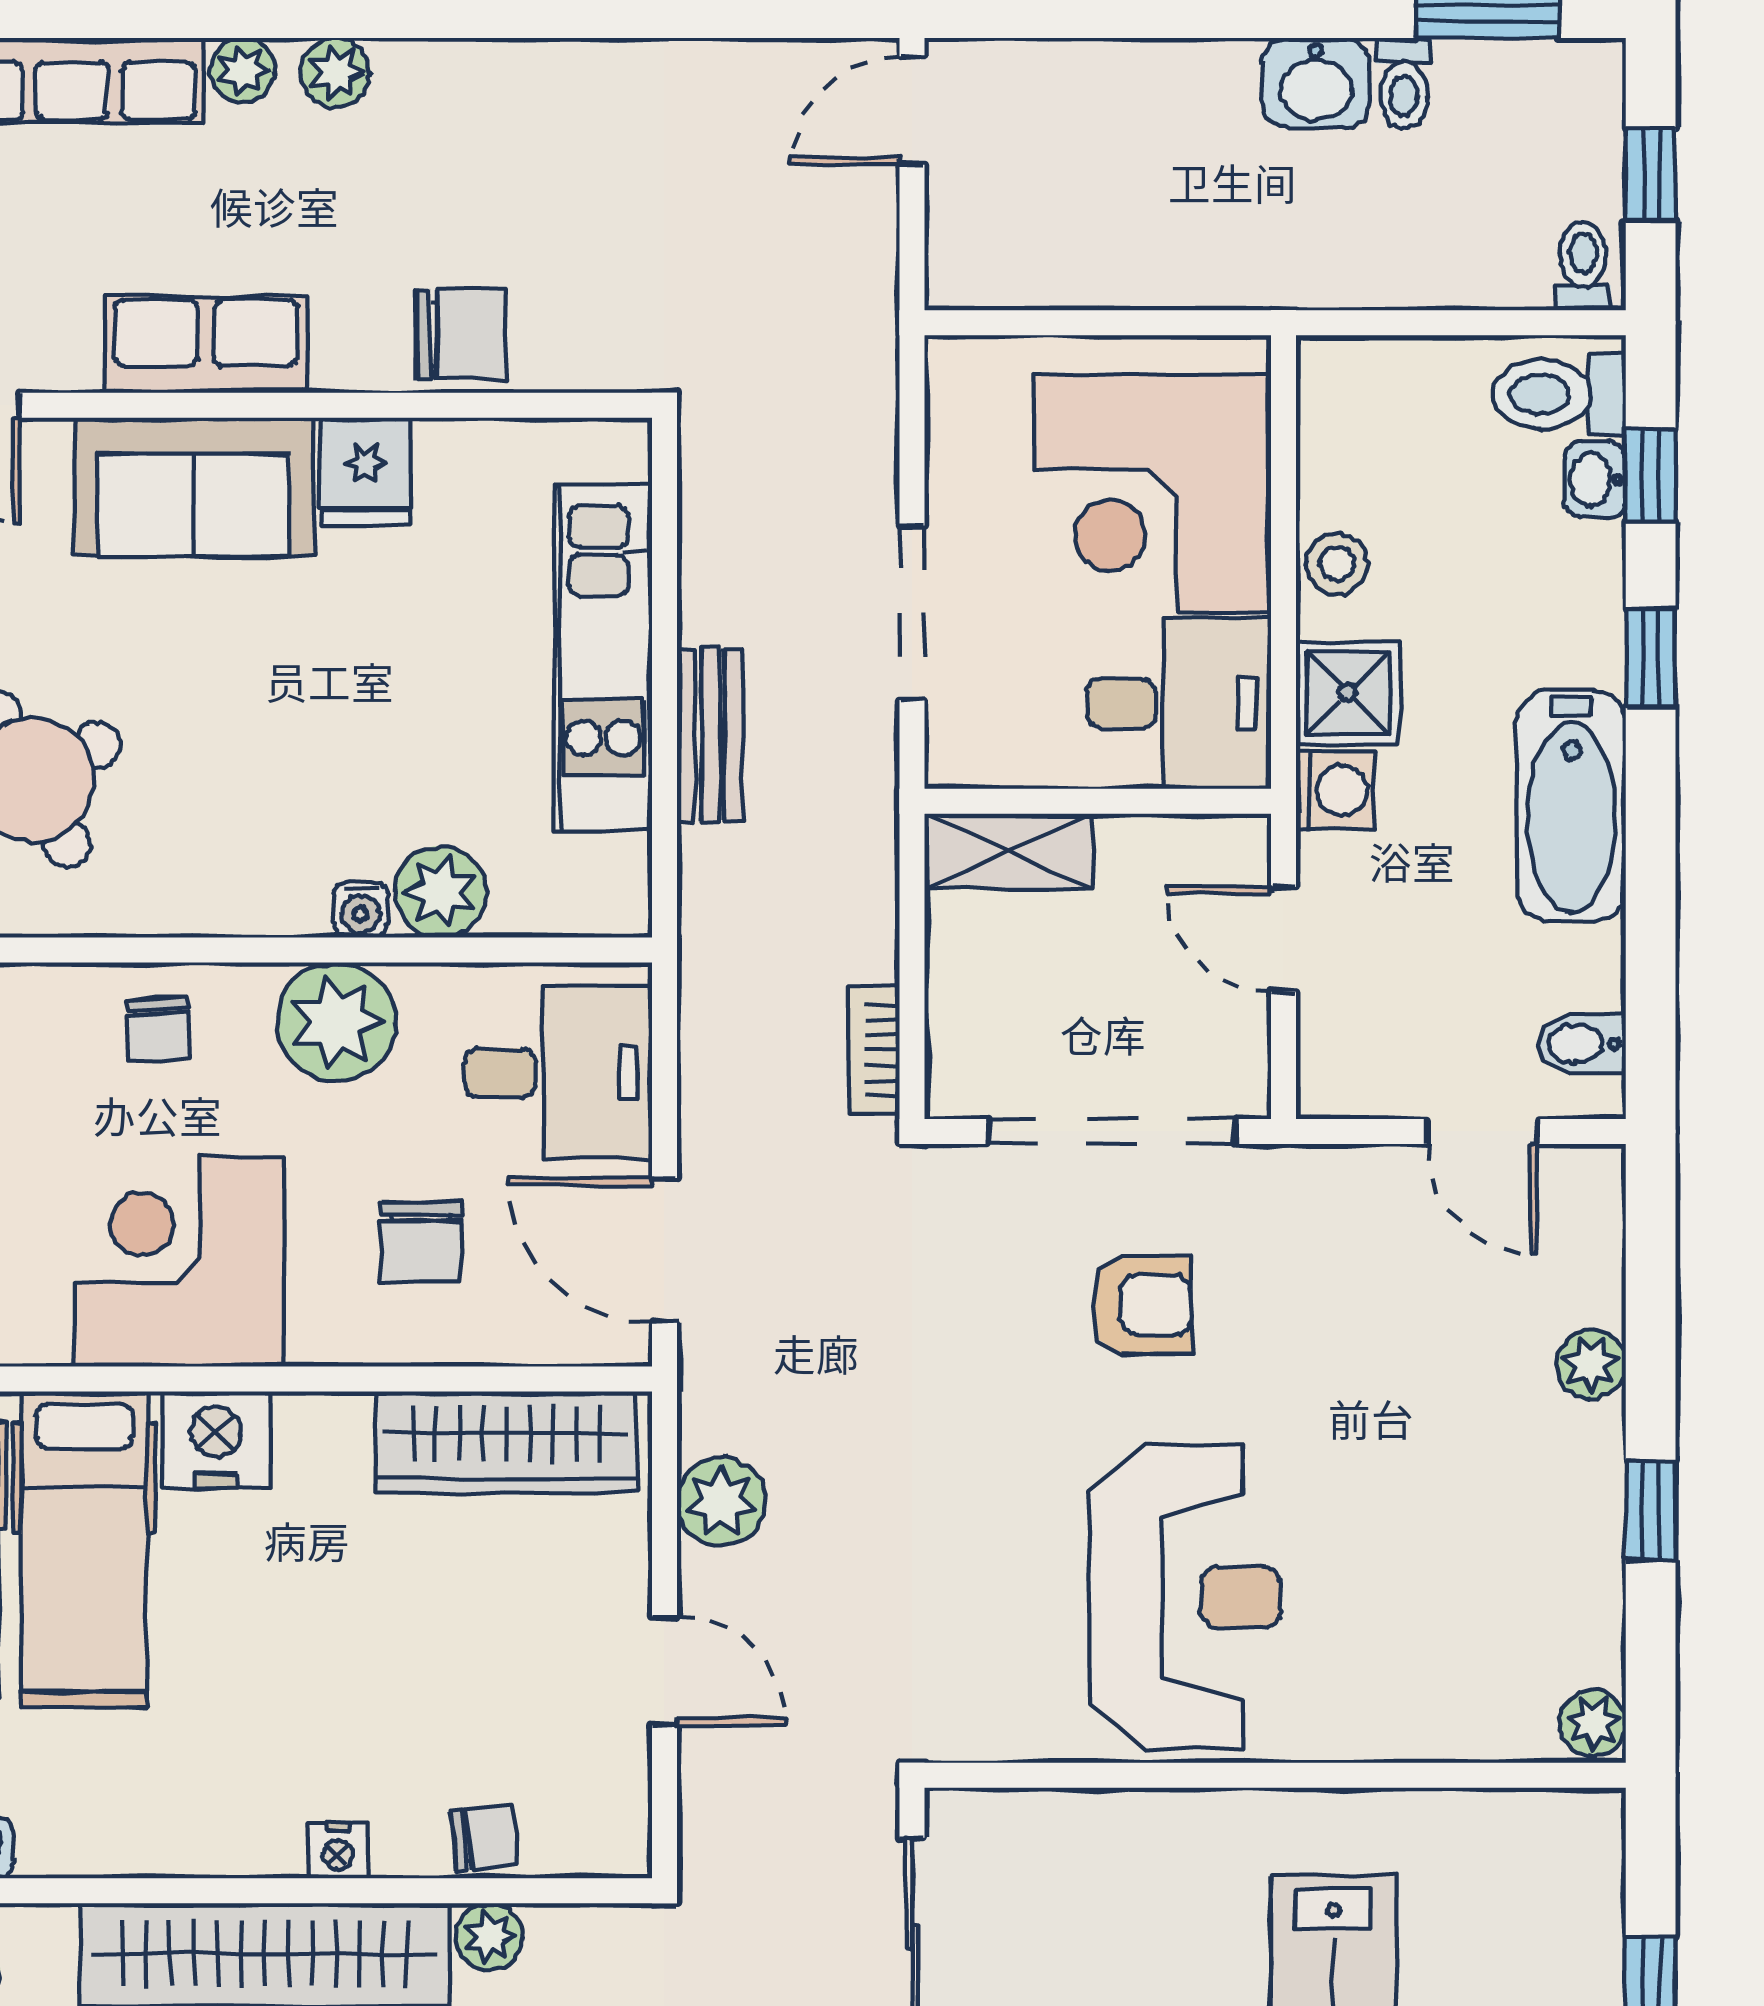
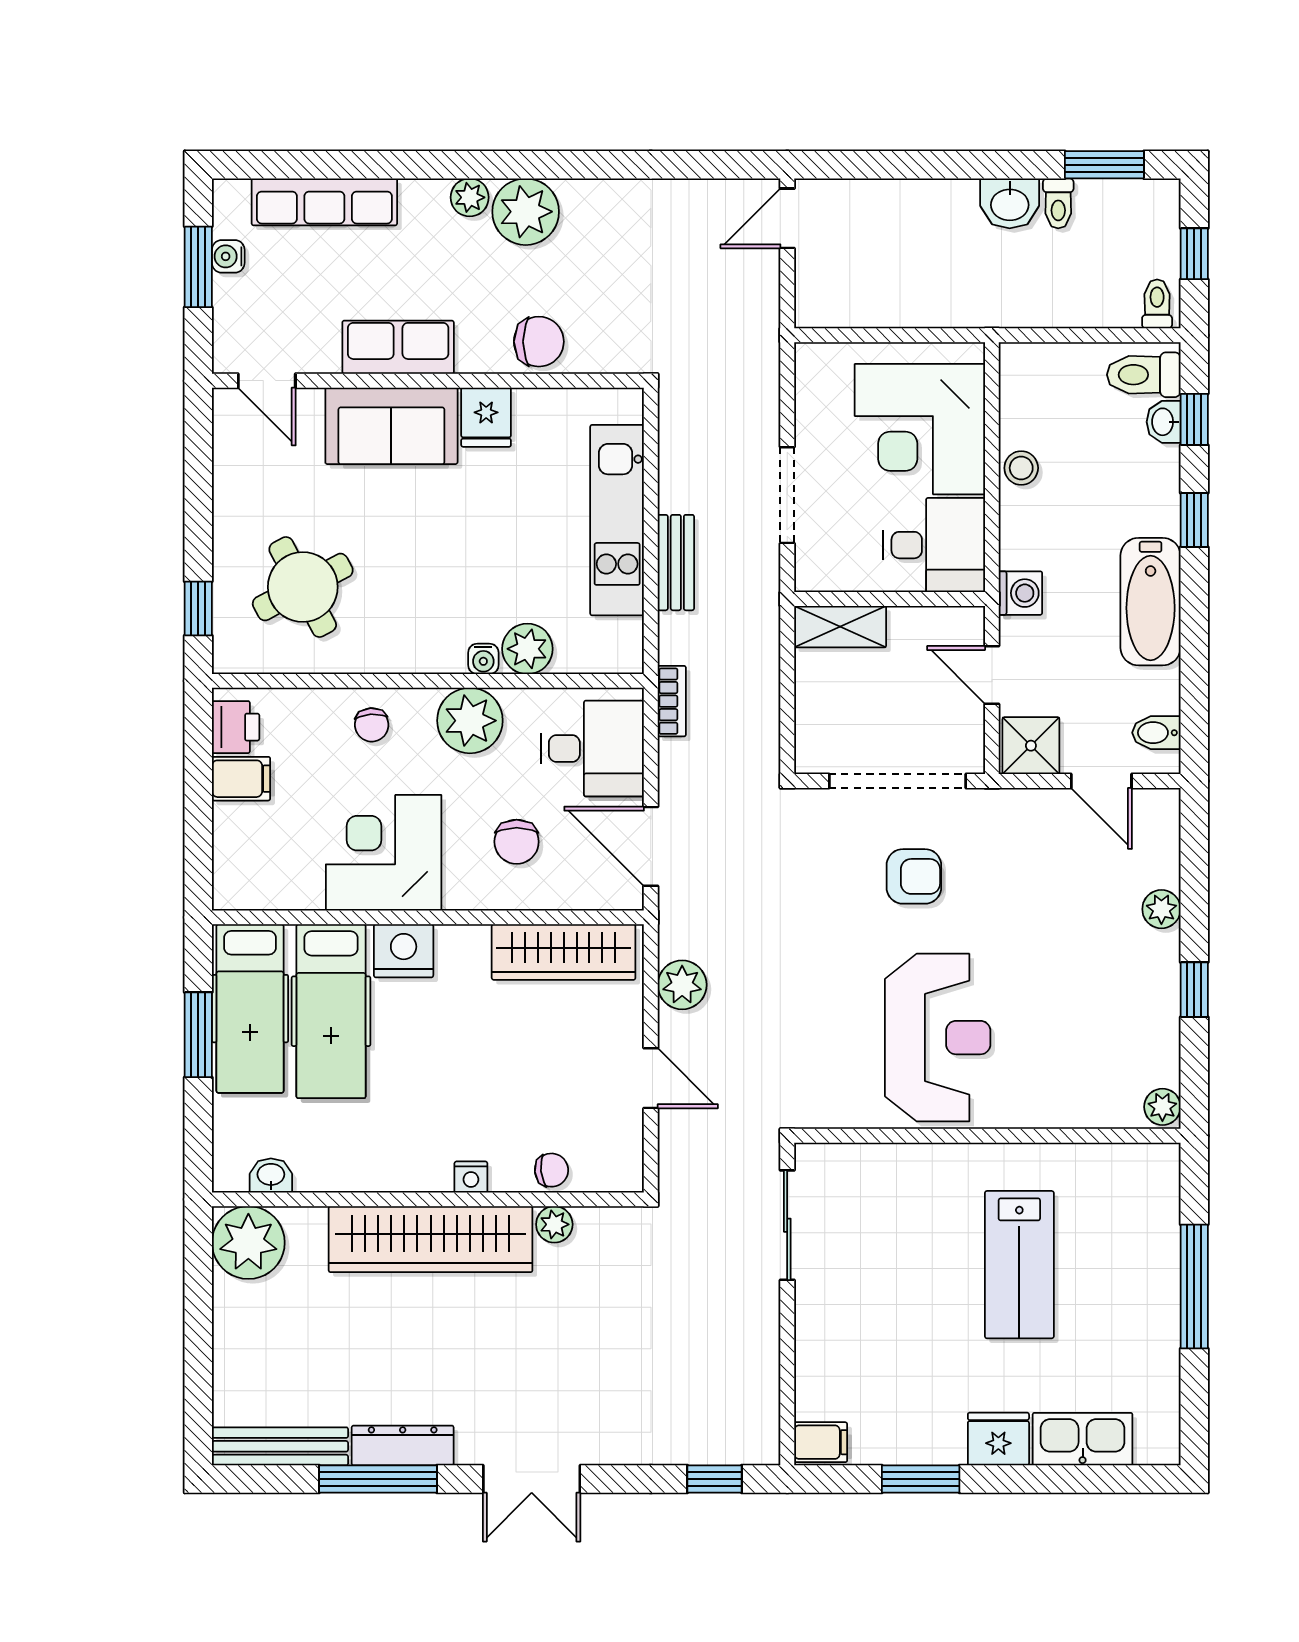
plant: (243, 70) -> (526, 212), moved, width x1.87, depth x1.87
shower: (1348, 693) -> (1031, 746), moved
bookcase: (874, 1050) -> (672, 701), moved, turned 180

